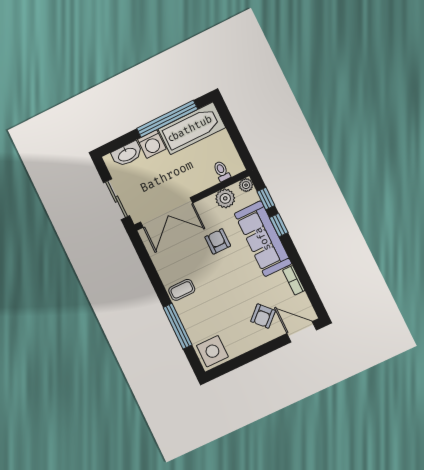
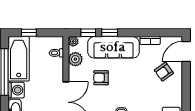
window: (230, 125) -> (29, 33), added
armchair: (263, 316) -> (164, 72), turned 97

